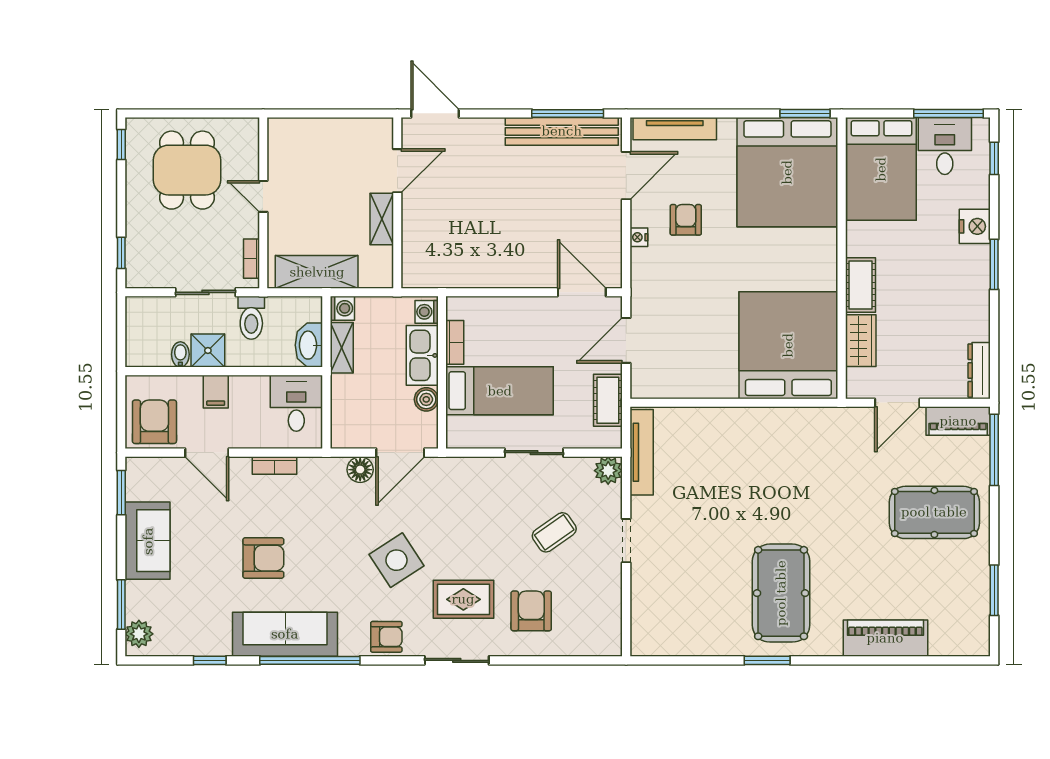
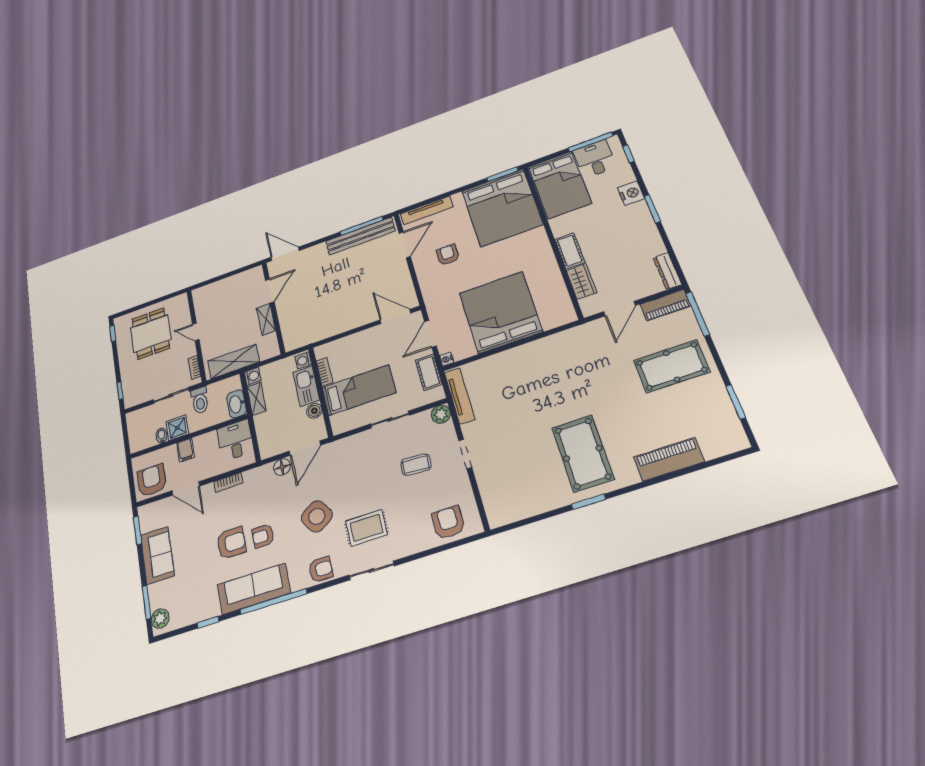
nightstand: (639, 237) -> (447, 359), moved
bed: (788, 345) -> (501, 312), moved
coffee table: (554, 532) -> (416, 465), turned 39
armchair: (312, 563) -> (263, 536), added
armchair: (531, 611) -> (448, 522), moved

